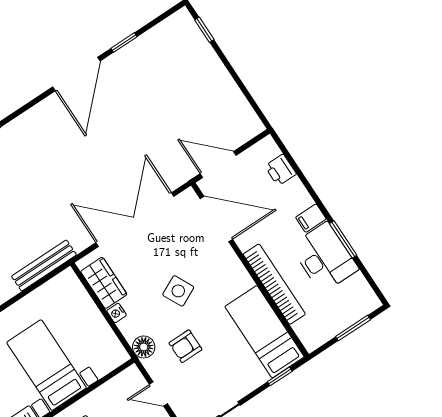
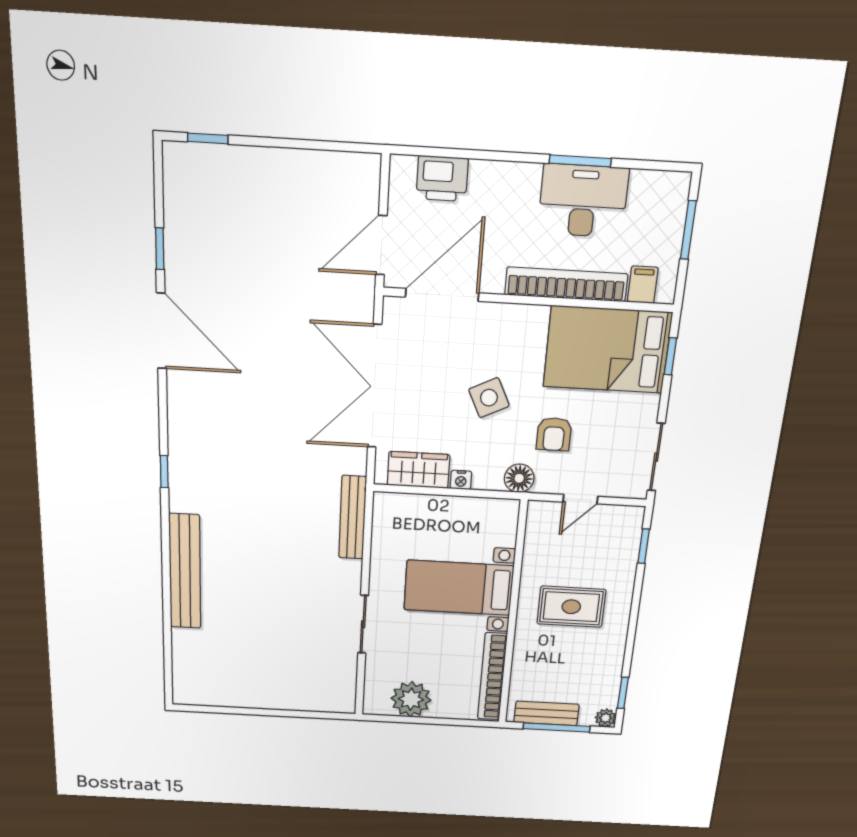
printer: (280, 170) -> (442, 179), width x1.36, depth x1.24
filing cabinet: (311, 218) -> (643, 285), moved, turned 180
bed: (265, 332) -> (607, 350), width x1.50

